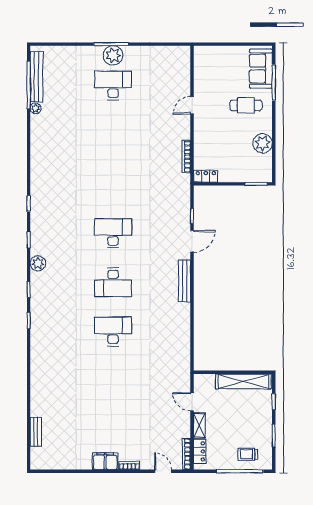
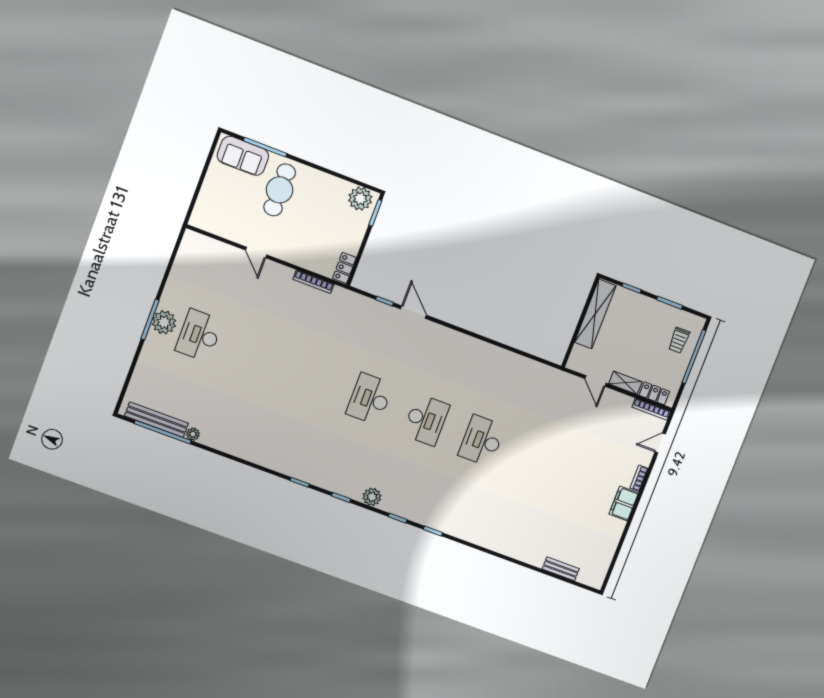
cafe table: (246, 105) -> (280, 190), width x1.37, depth x1.35
plant: (263, 143) -> (360, 199), moved
bench: (185, 281) -> (456, 338), removed
door: (192, 402) -> (595, 381), hinge flipped

